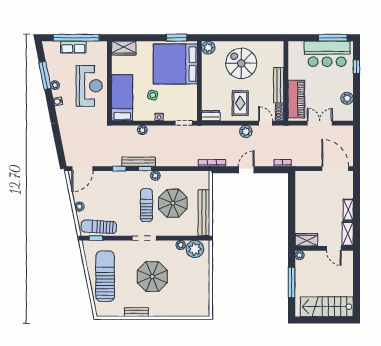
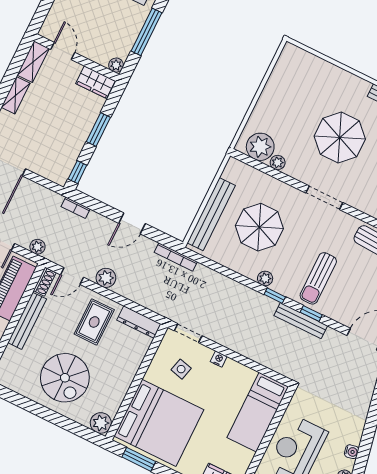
side table: (153, 95) -> (181, 369), moved
dresser: (211, 116) -> (139, 322), width x1.44
door: (266, 123) -> (72, 276), hinge flipped
plant: (142, 130) -> (37, 247), moved
bench: (139, 162) -> (301, 321), moved
window: (292, 184) -> (77, 172), added
sun lounger: (146, 205) -> (318, 278), moved
bench: (204, 213) -> (211, 214), moved
window: (292, 214) -> (98, 130), added

